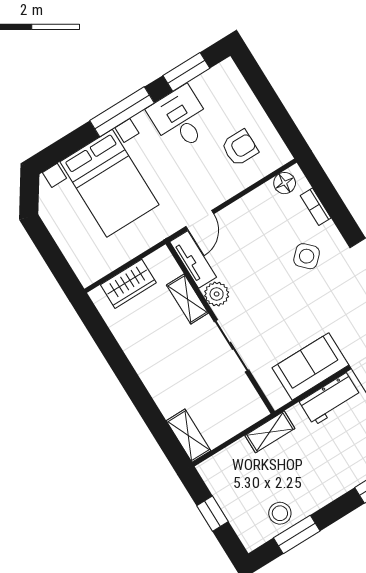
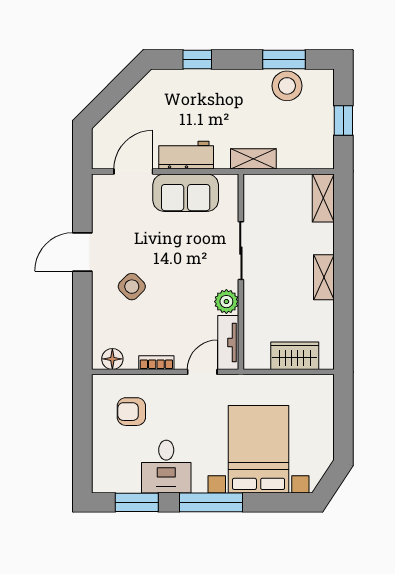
bookcase: (316, 207) -> (156, 363), moved, turned -90
shelving: (187, 299) -> (324, 277), moved
stool: (280, 513) -> (287, 86), width x1.38, depth x1.38

